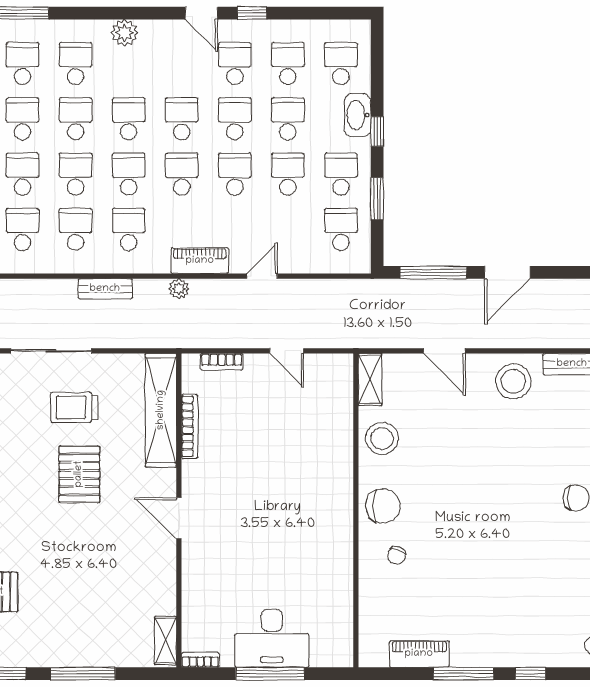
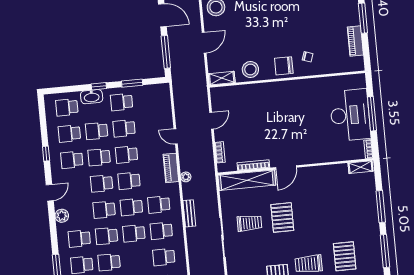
door: (201, 13) -> (50, 193), moved
school desk: (23, 174) -> (136, 260), removed
school desk: (341, 229) -> (149, 100), removed
trolley: (74, 407) -> (249, 223), turned -90
pallet: (79, 474) -> (282, 217), turned 90
chair: (383, 506) -> (284, 66), turned -90
door: (179, 518) -> (286, 167), moved
desk: (272, 638) -> (350, 115), width x1.36, depth x1.30

